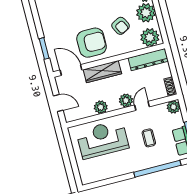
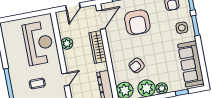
armchair: (92, 43) -> (137, 22), moved
plant: (126, 100) -> (71, 66), removed
door: (142, 106) -> (66, 79), hinge flipped

